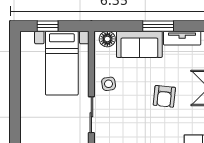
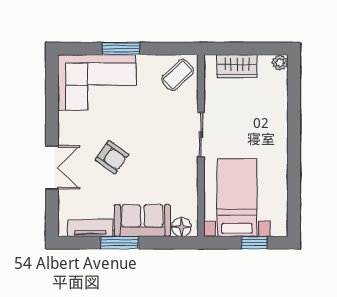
side table: (109, 84) -> (180, 172), removed
armchair: (164, 96) -> (112, 157), turned 119

